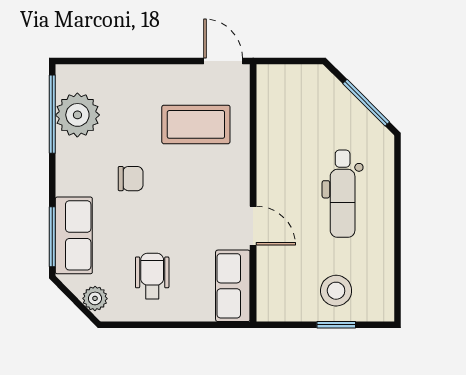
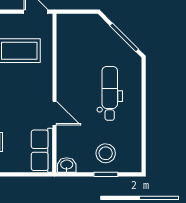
dental chair: (343, 194) -> (110, 93), turned 180
washbasin: (273, 310) -> (67, 165), added

